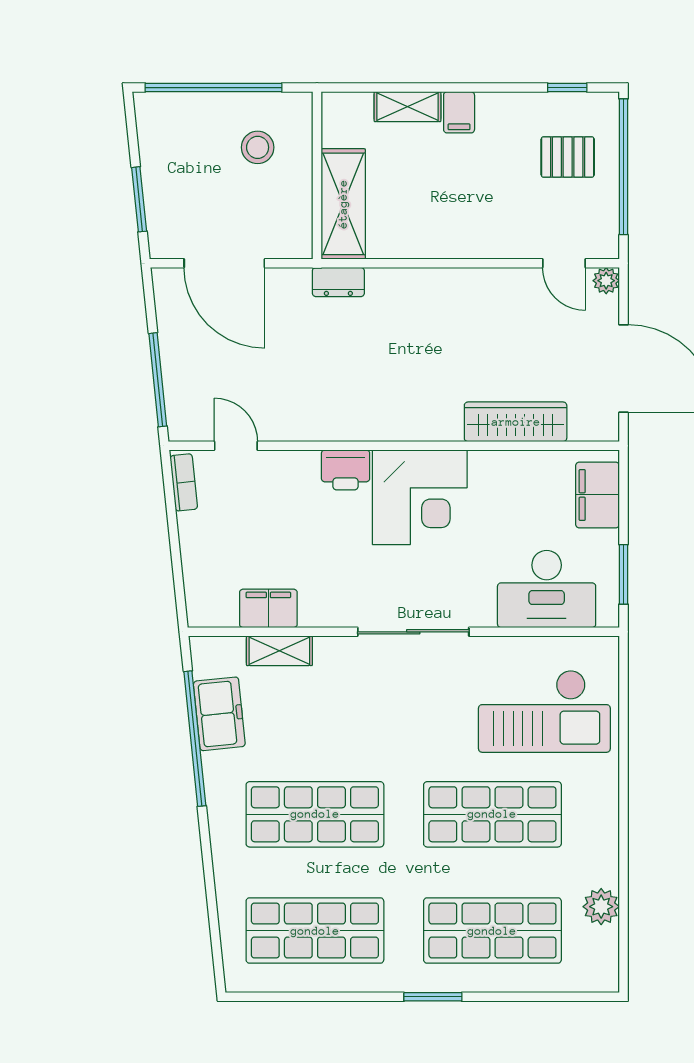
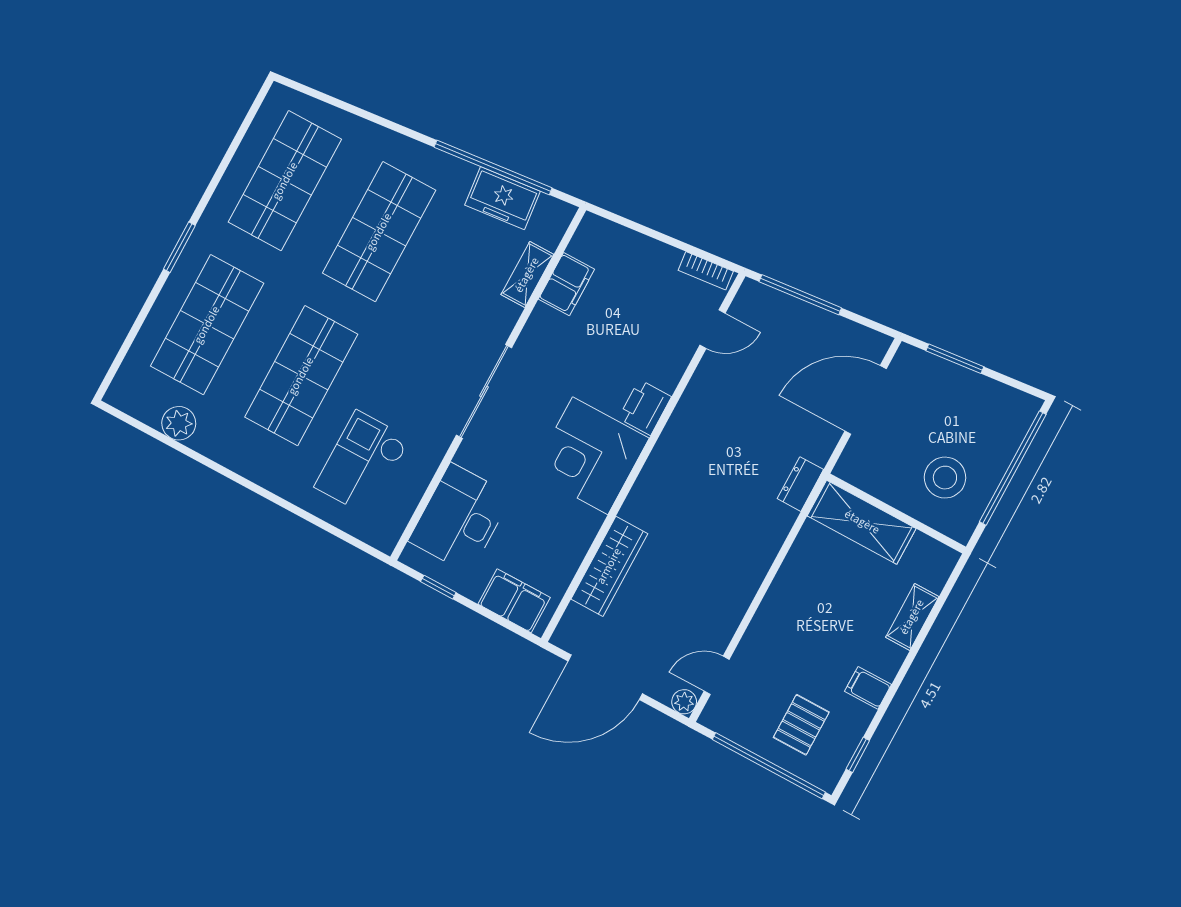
filing cabinet: (459, 112) -> (868, 688), moved
stool: (258, 147) -> (945, 478), width x1.38, depth x1.38
window: (624, 574) -> (438, 587), width x0.67
checkout: (544, 711) -> (362, 463), width x0.73, depth x0.83

